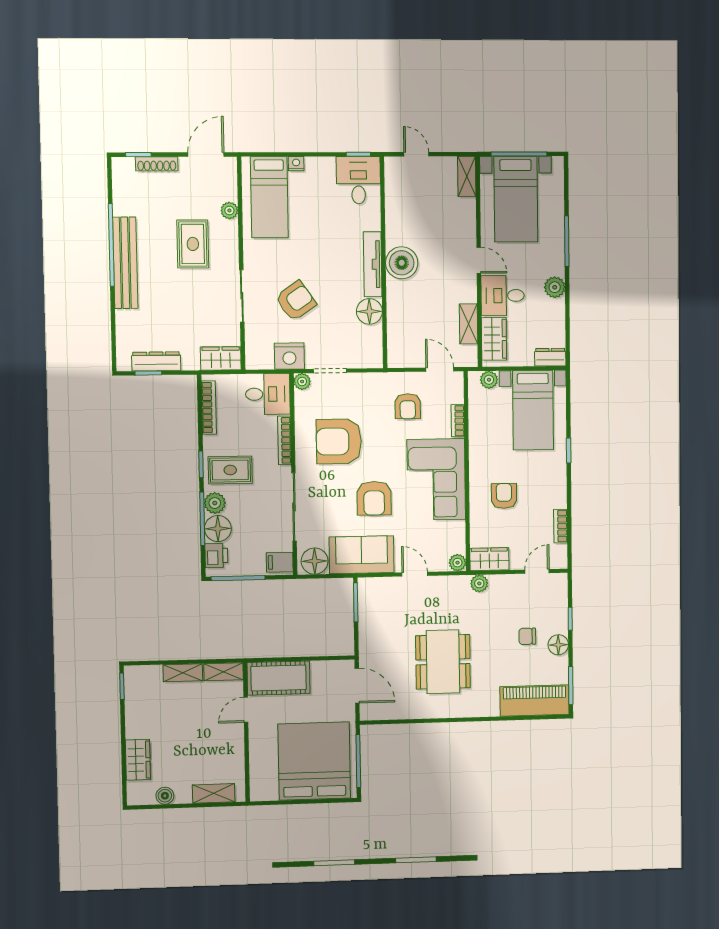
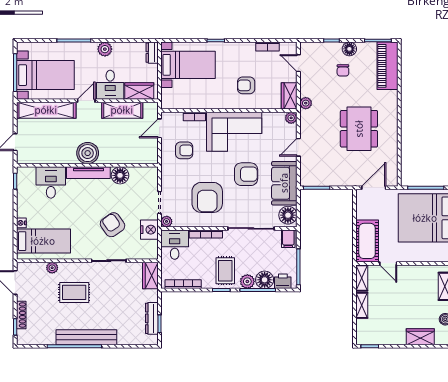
shelving: (467, 176) -> (46, 110), width x2.20, depth x1.33
desk: (358, 180) -> (51, 182), moved, turned 90
shelving: (468, 324) -> (122, 110), width x1.50, depth x1.33
plant: (489, 380) -> (167, 95), removed
dining table: (443, 662) -> (359, 129), turned 90

